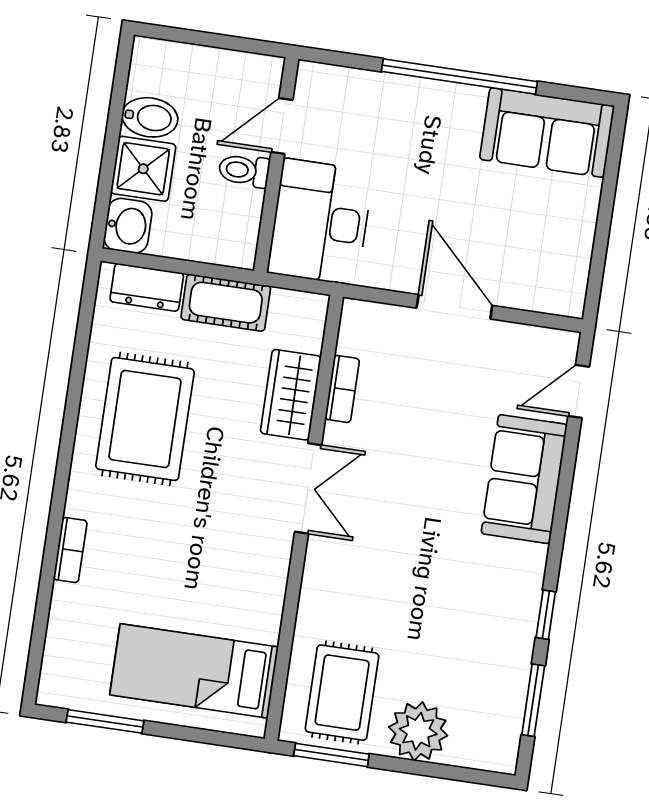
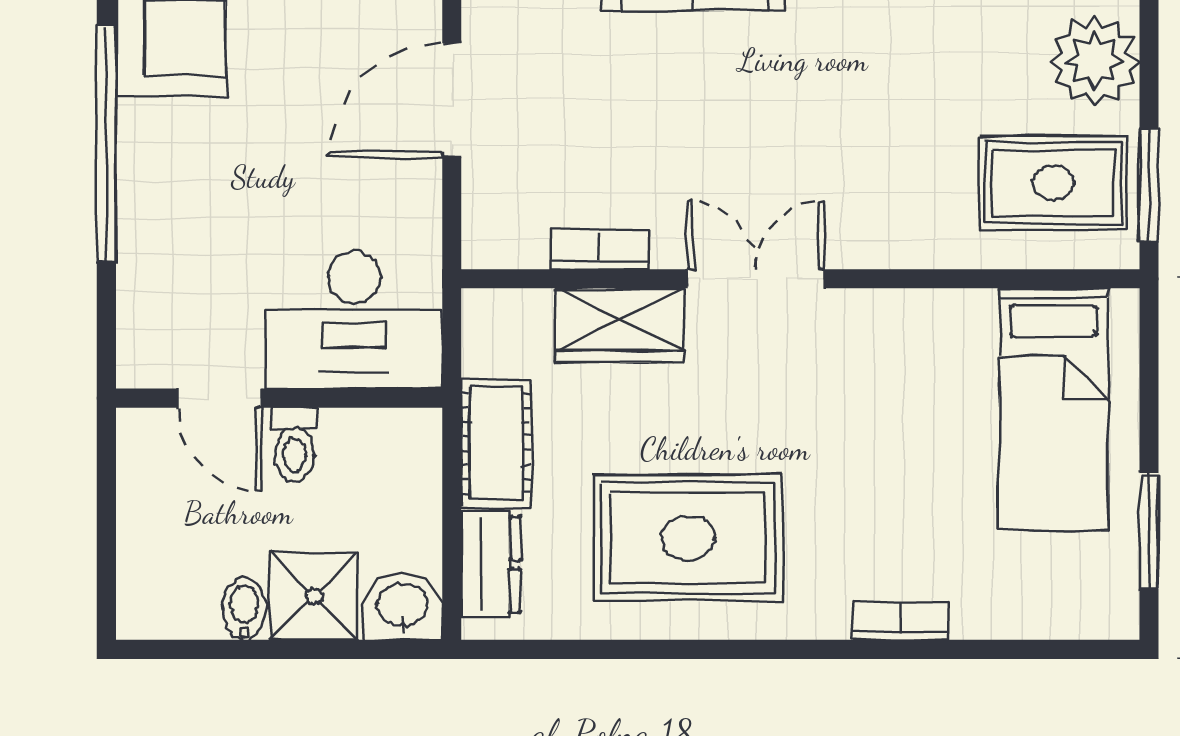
bidet: (150, 117) -> (244, 609), width x0.72, depth x0.74

